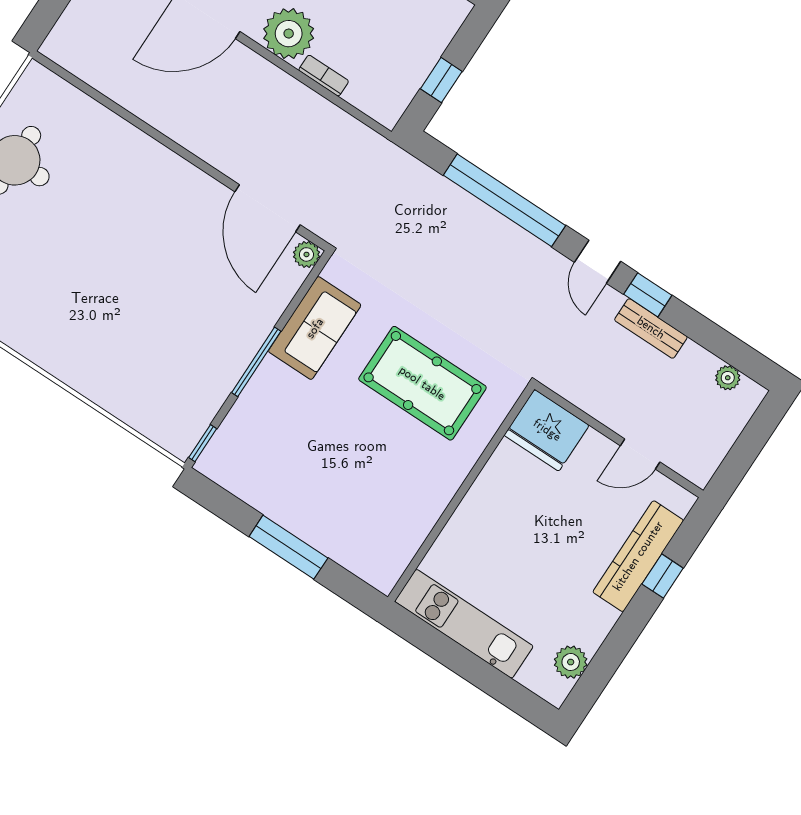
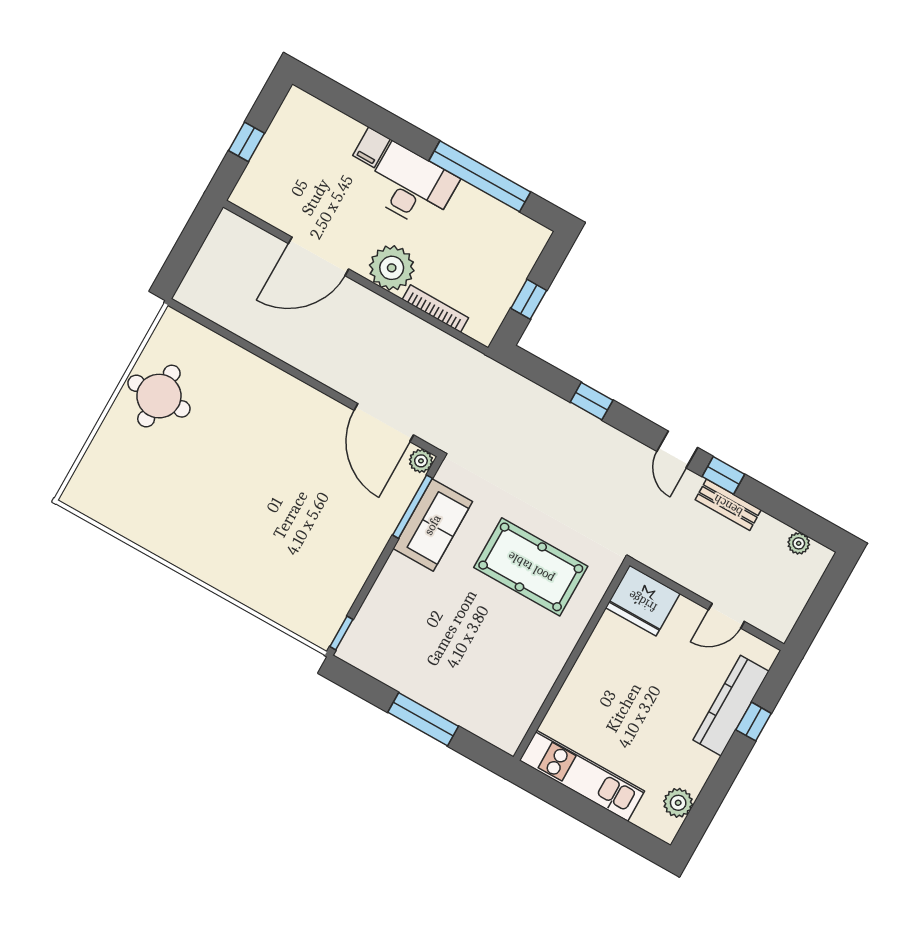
bookcase: (324, 76) -> (435, 309), width x1.56
window: (504, 200) -> (592, 401), width x0.32
window: (256, 362) -> (412, 507), moved

